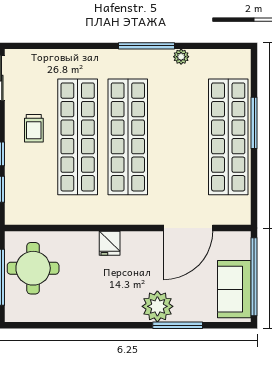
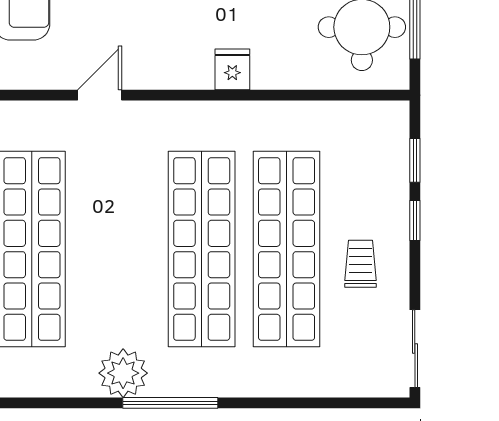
plant: (181, 57) -> (123, 373), width x1.87, depth x1.87
door: (188, 228) -> (100, 95), width x0.53

